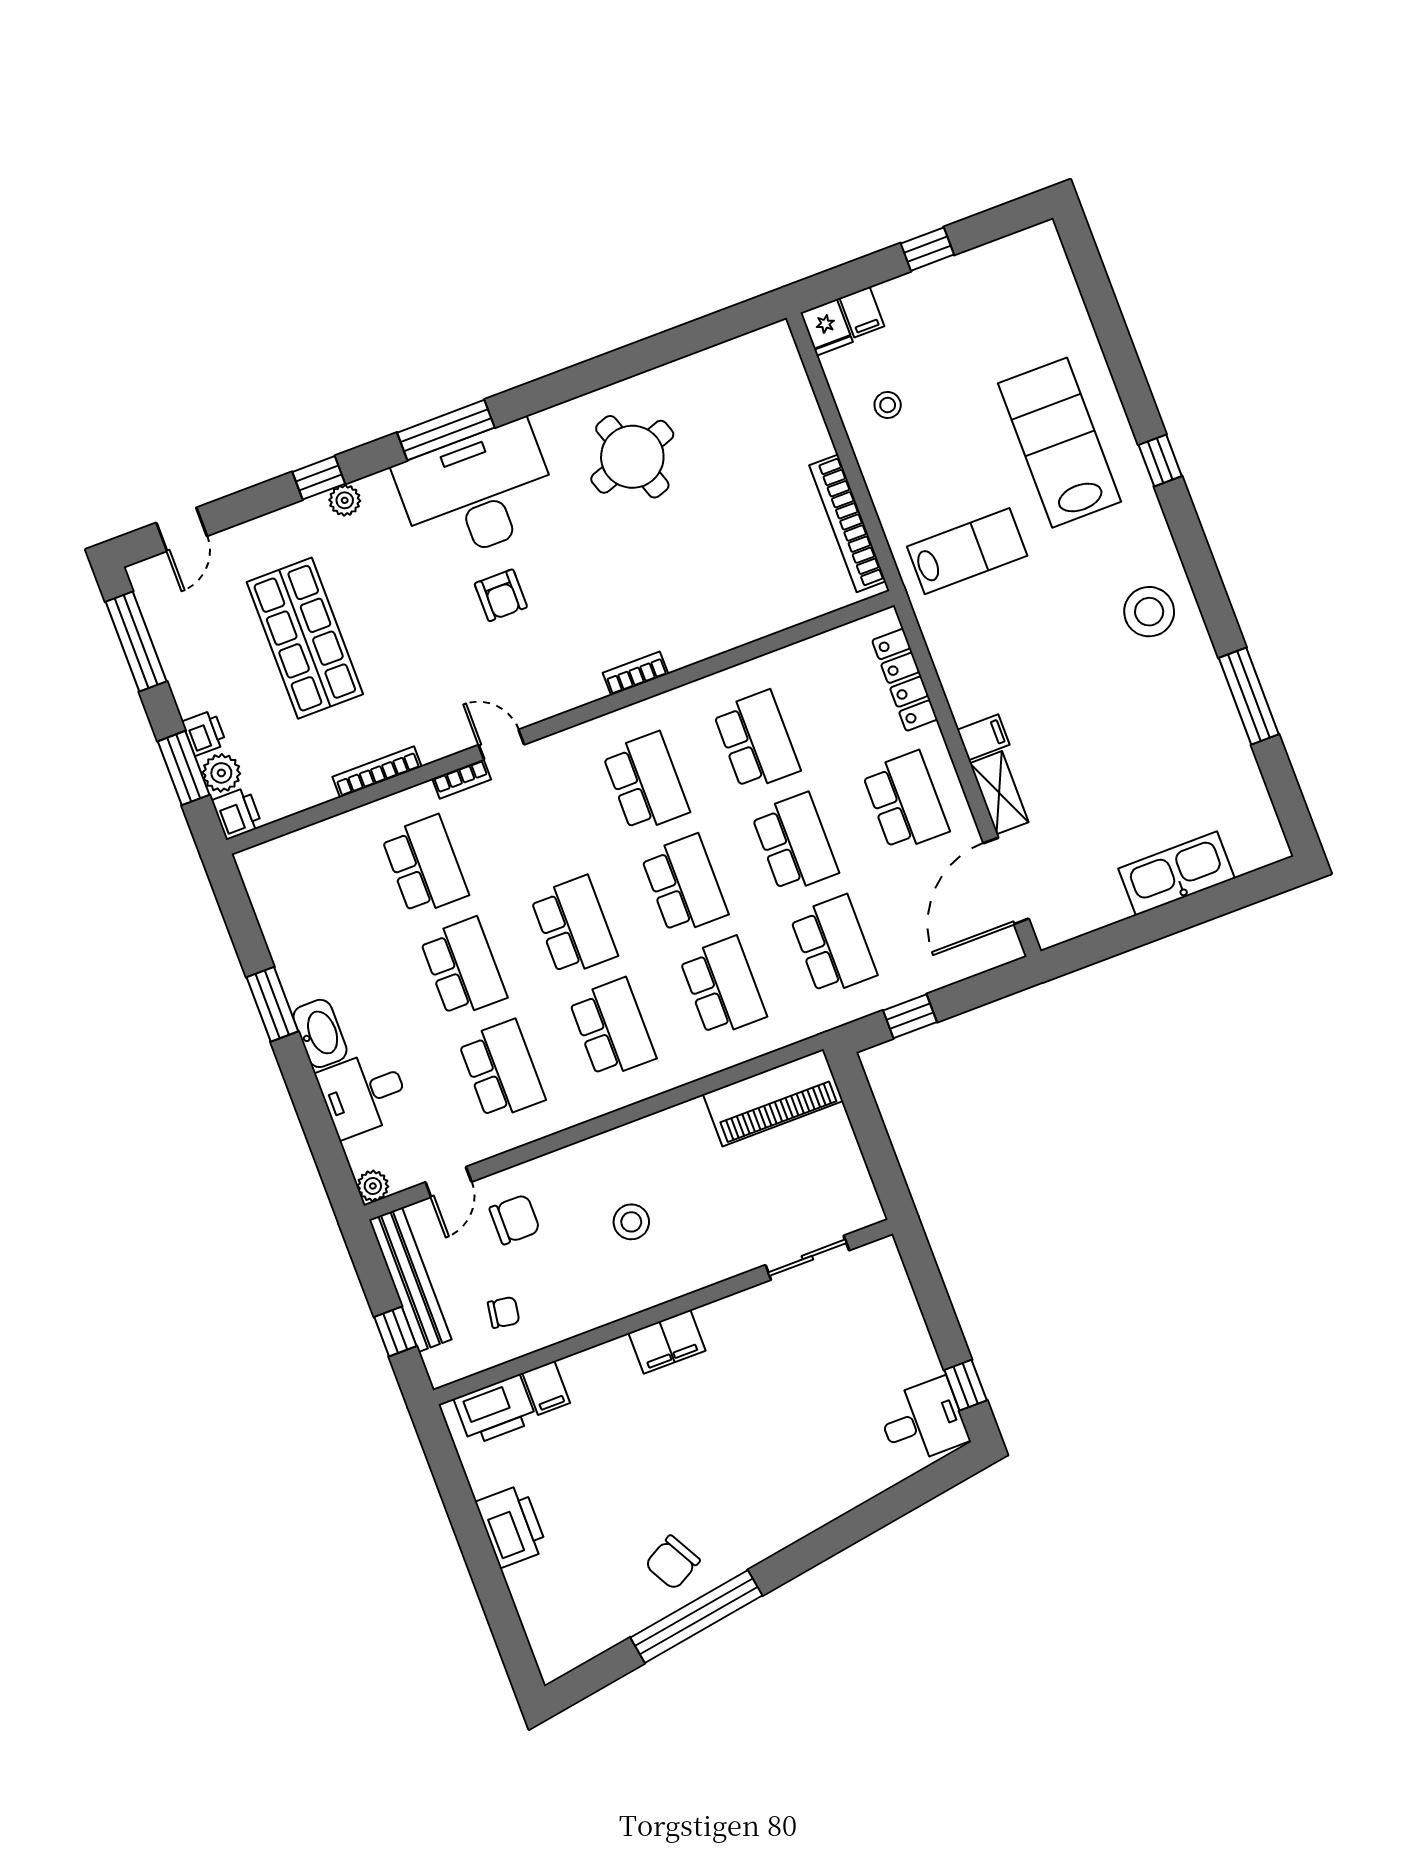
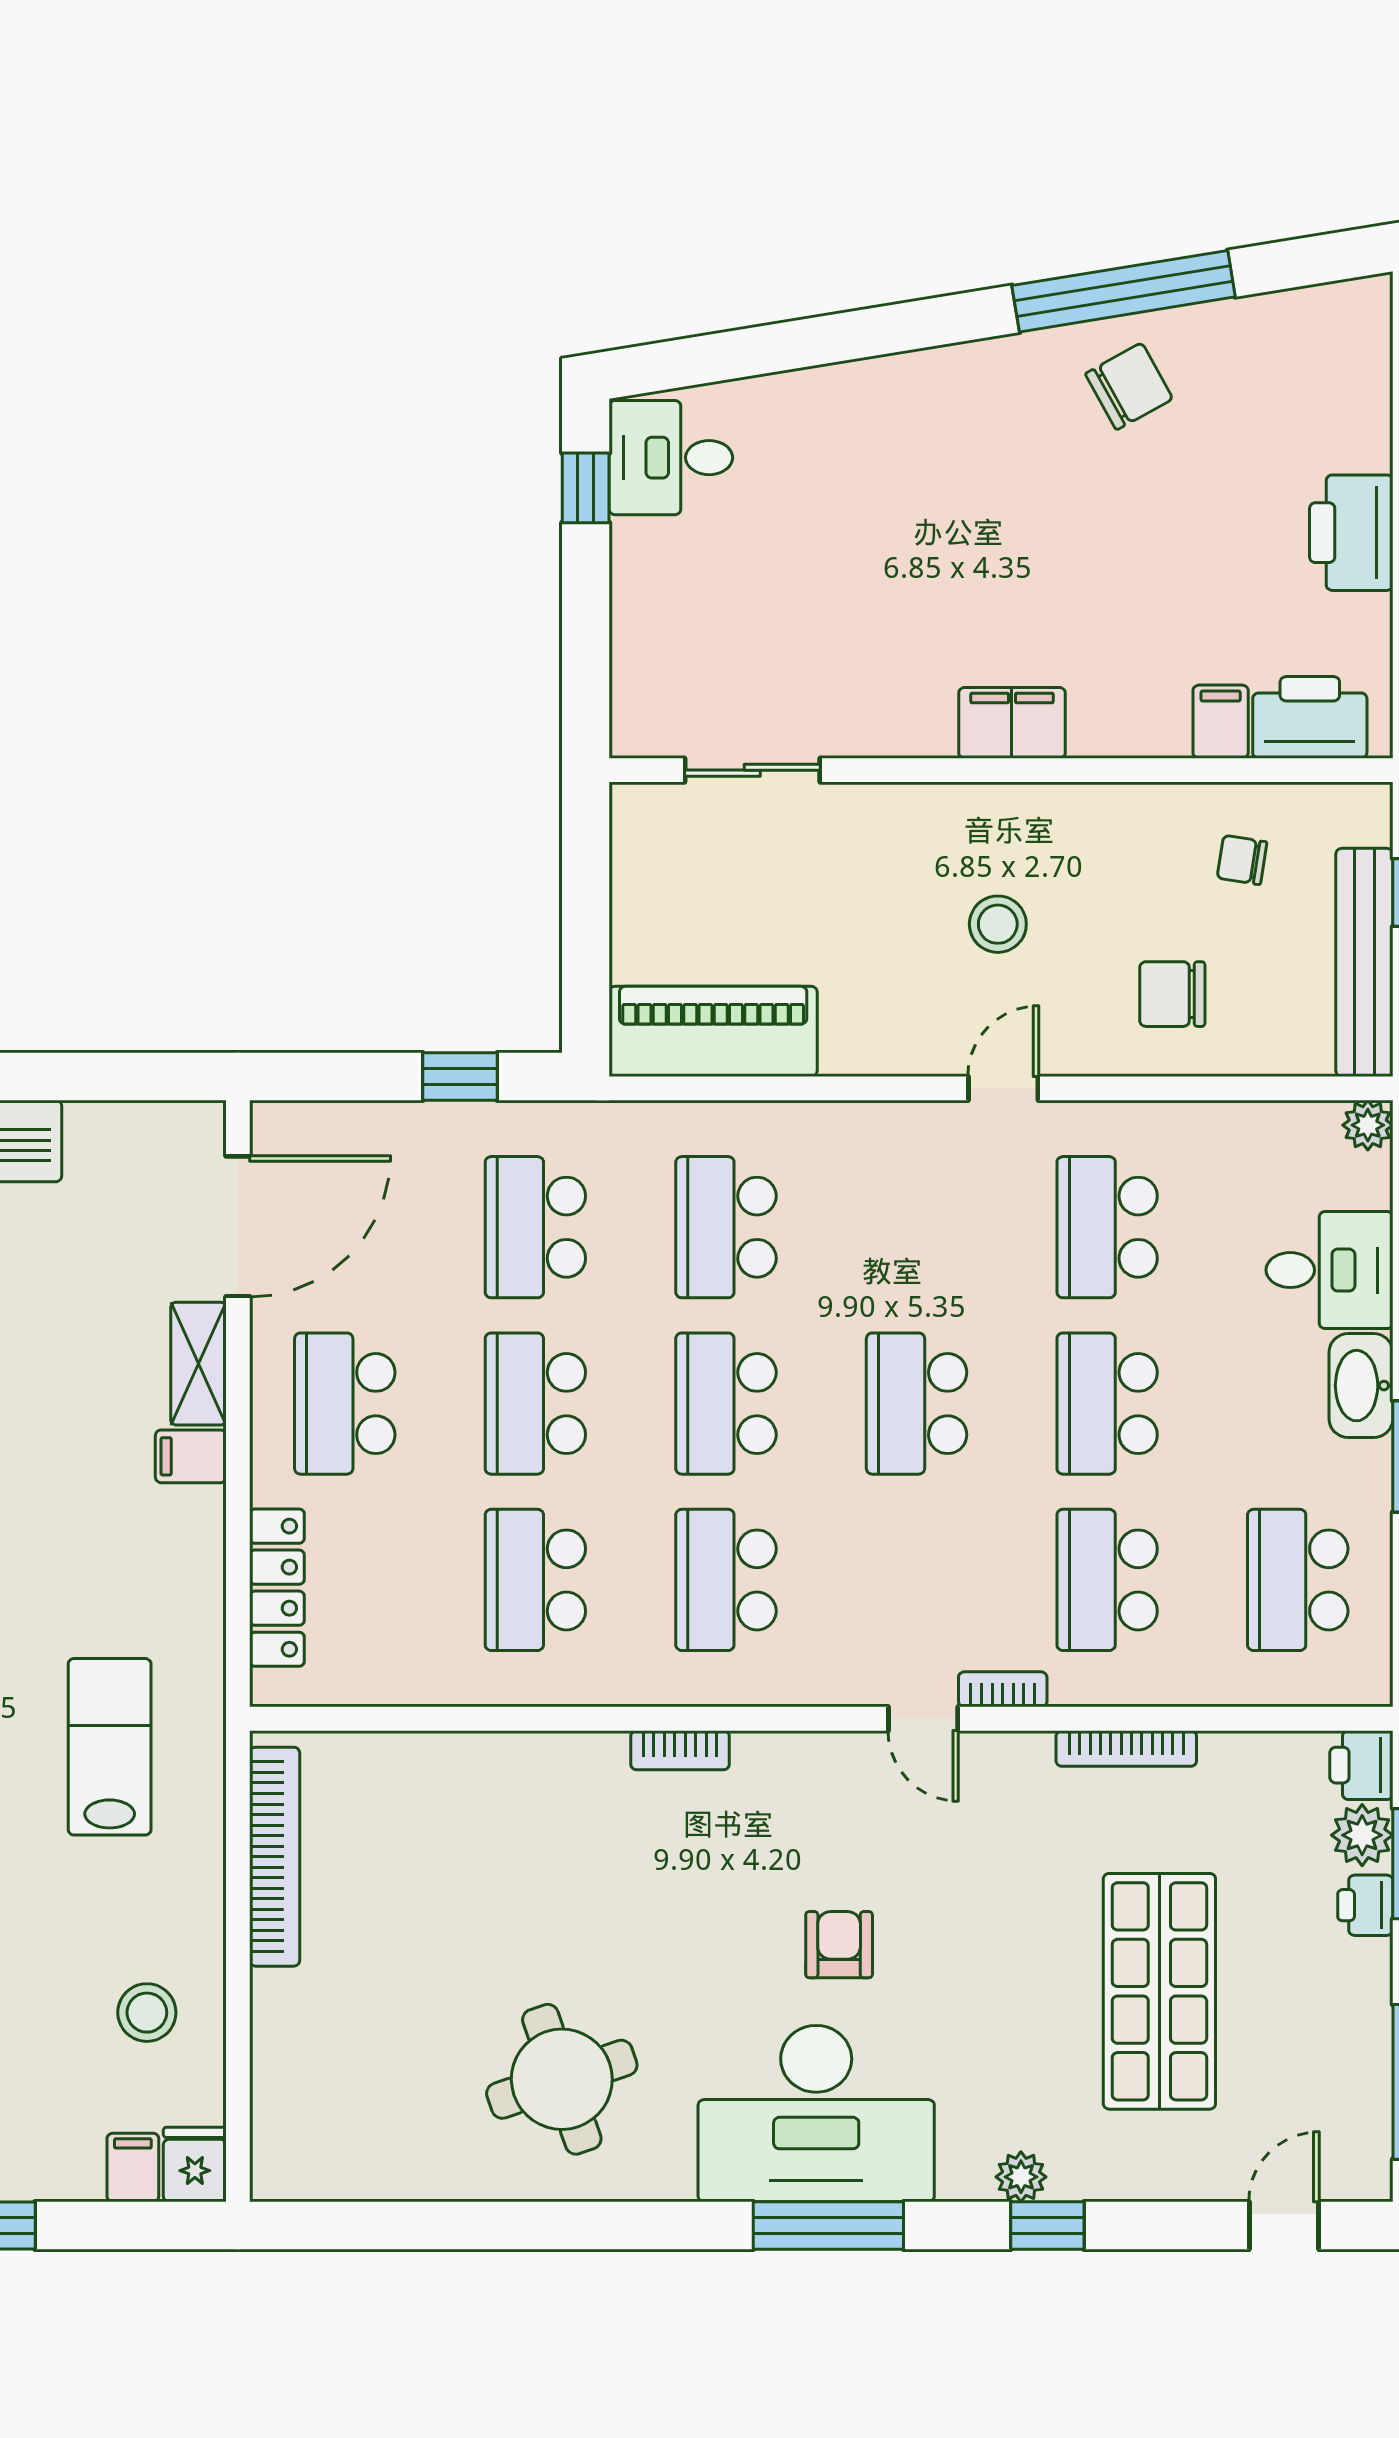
stool: (888, 405) -> (147, 2013), width x1.37, depth x1.37
lab bench: (967, 551) -> (110, 1747), turned 90
school desk: (612, 1028) -> (1298, 1580), moved
door: (448, 1182) -> (1003, 1088), moved

